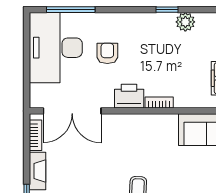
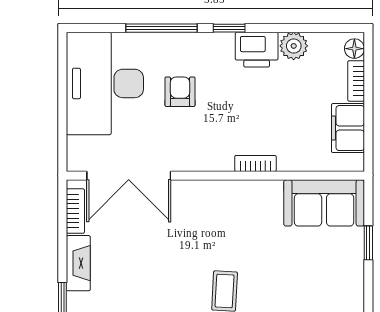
window: (71, 10) -> (162, 28), moved
window: (167, 10) -> (229, 28), moved
printer: (129, 96) -> (257, 50), moved, turned 180

